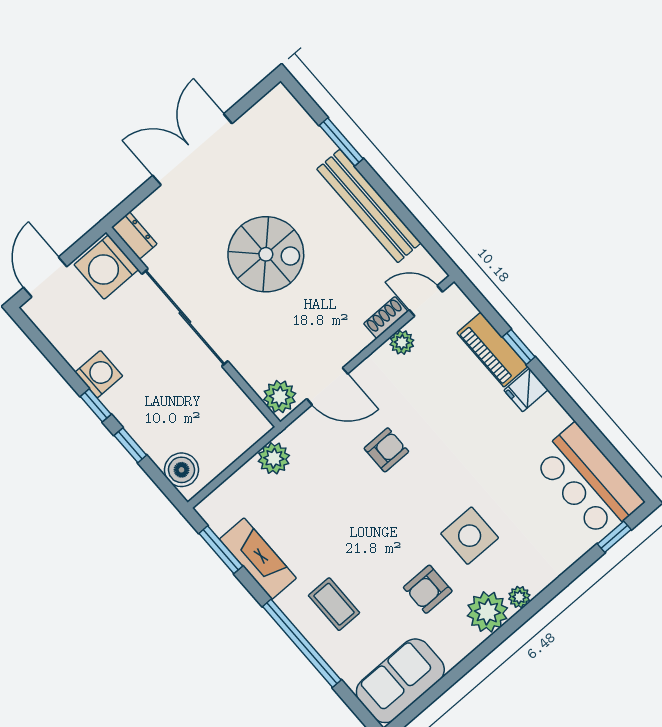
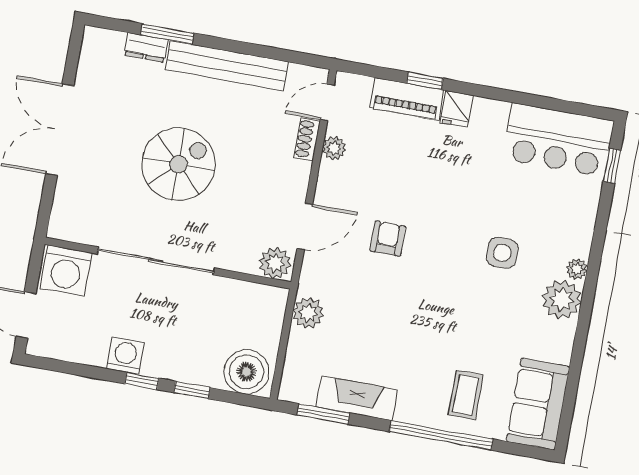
dresser: (134, 236) -> (146, 47), moved, turned 180
boiler: (182, 470) -> (247, 372), width x1.37, depth x1.37
side table: (470, 536) -> (502, 253), width x0.73, depth x0.73
armchair: (428, 589) -> (503, 318), removed
coffee table: (334, 604) -> (466, 395), moved, turned 90

